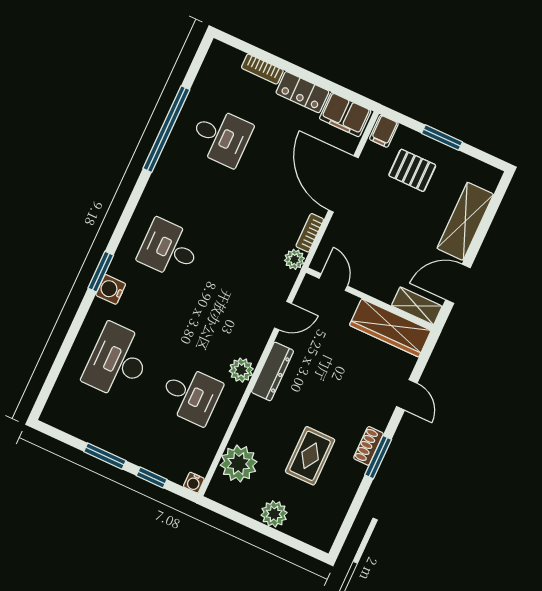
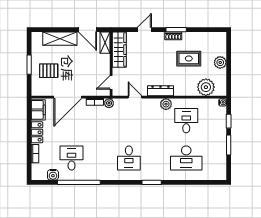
filing cabinet: (384, 131) -> (38, 90), removed
pallet: (412, 170) -> (49, 71), turned 90
water cooler: (111, 289) -> (53, 175), moved

